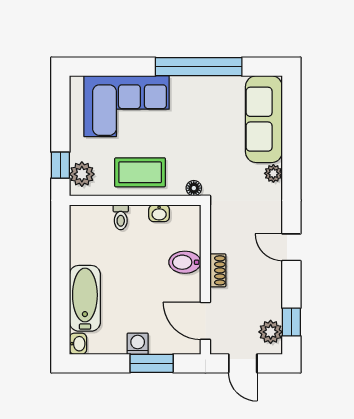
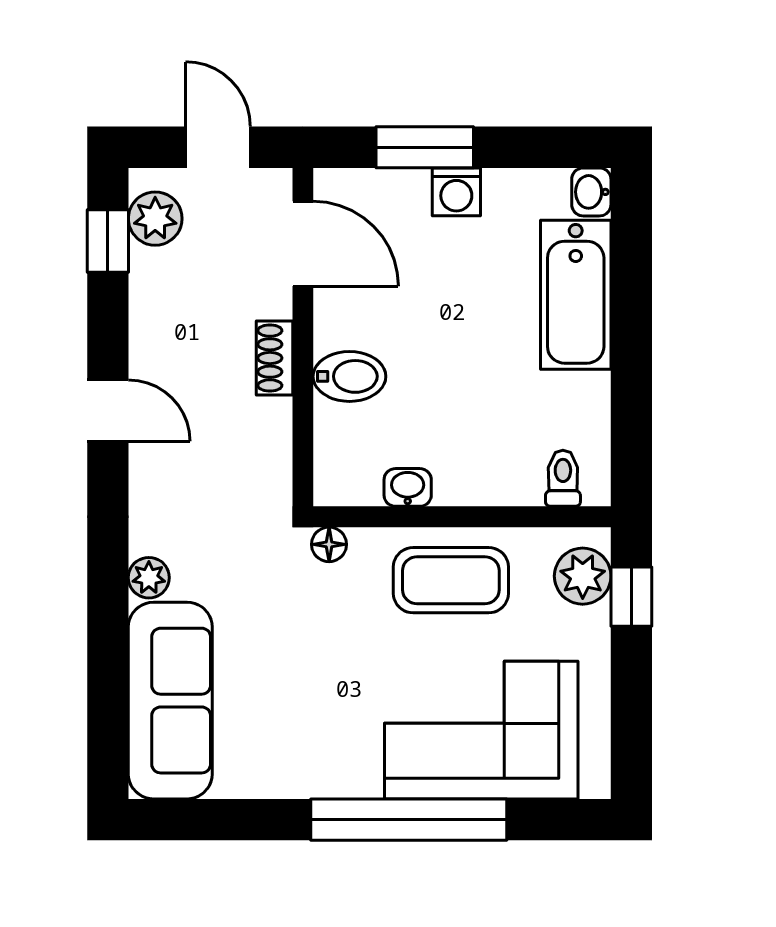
window: (199, 67) -> (409, 820), moved
toilet: (121, 217) -> (563, 478), moved

